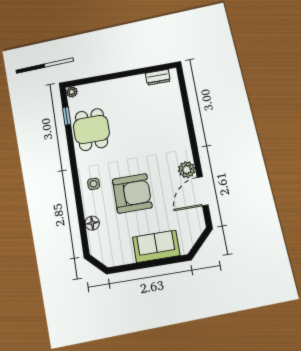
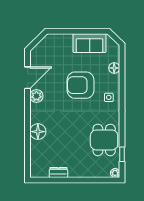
dresser: (158, 77) -> (58, 172), moved
floor lamp: (177, 125) -> (38, 132), added
sofa: (156, 246) -> (90, 43), moved

